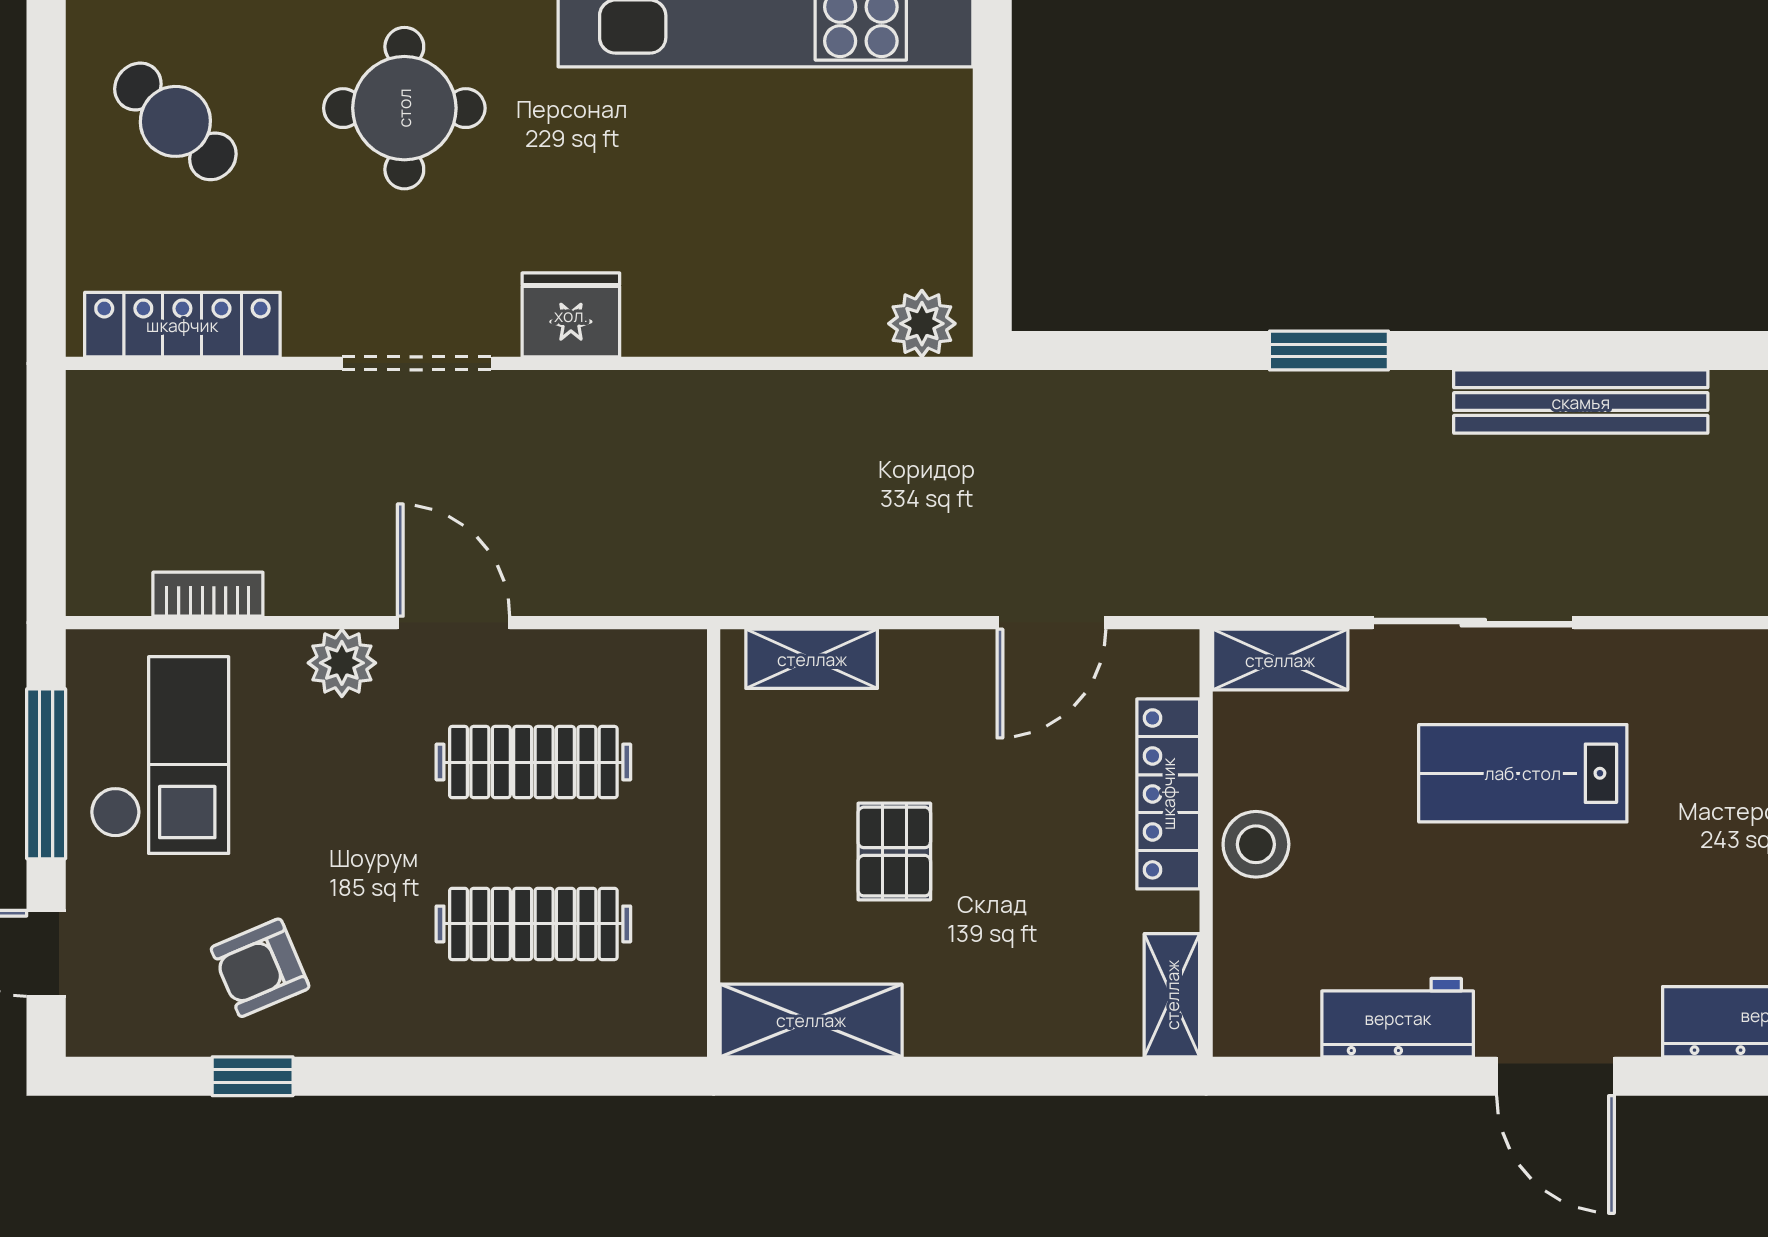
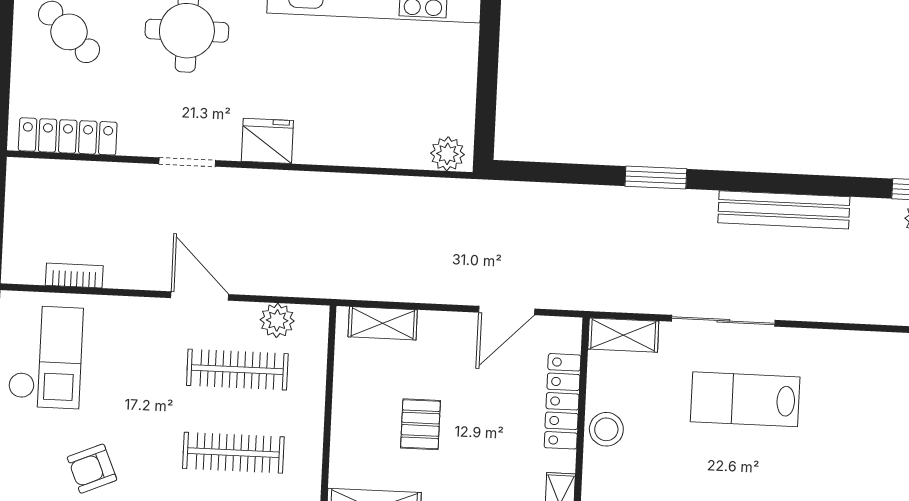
doorway: (417, 363) -> (187, 162), width x0.73
plant: (342, 663) -> (277, 320), moved

